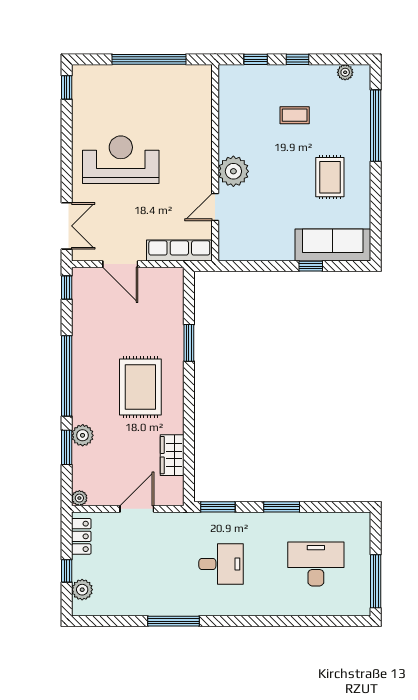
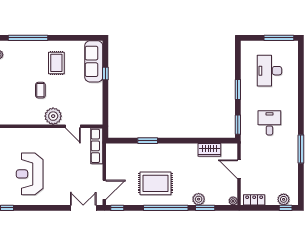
coffee table: (295, 115) -> (40, 90), moved
reception desk: (121, 160) -> (30, 174), moved
rug: (330, 177) -> (56, 63), turned 90
door: (120, 264) -> (104, 190), moved
rug: (140, 387) -> (156, 183), moved
window: (67, 571) -> (286, 208), moved

